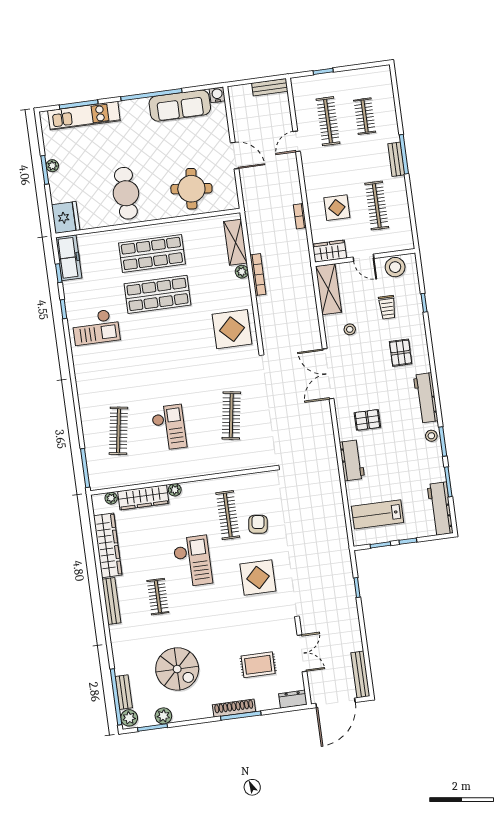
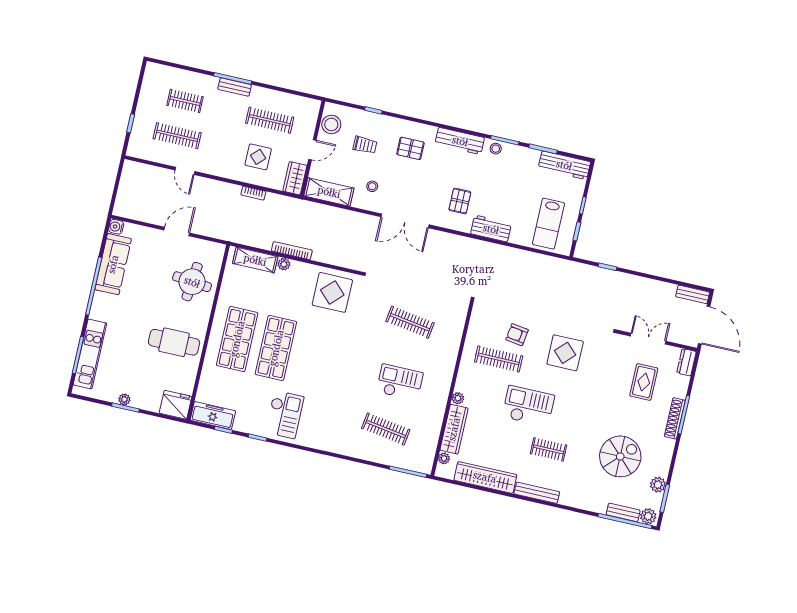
bench: (270, 87) -> (127, 177), removed
bench: (360, 674) -> (693, 294), width x0.73

